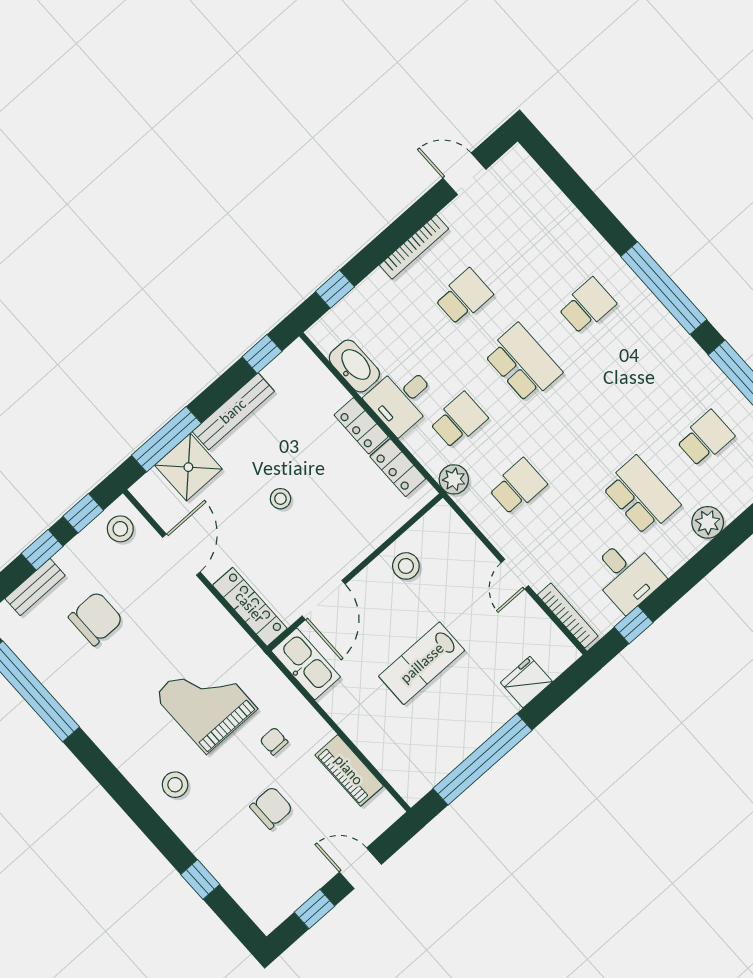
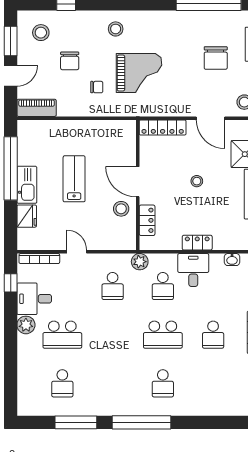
washbasin: (354, 366) -> (232, 260), width x0.52, depth x0.69
locker: (398, 468) -> (147, 220), moved, turned 90
plant: (708, 522) -> (26, 325), moved
door: (324, 600) -> (138, 182), moved
kitchen sink: (306, 664) -> (27, 185), moved, turned -90
piano: (349, 770) -> (37, 108), moved
stool: (268, 879) -> (41, 33), added
window: (315, 909) -> (11, 41), width x1.50

